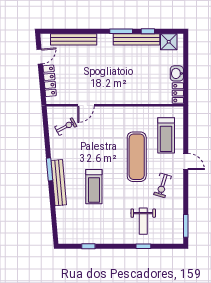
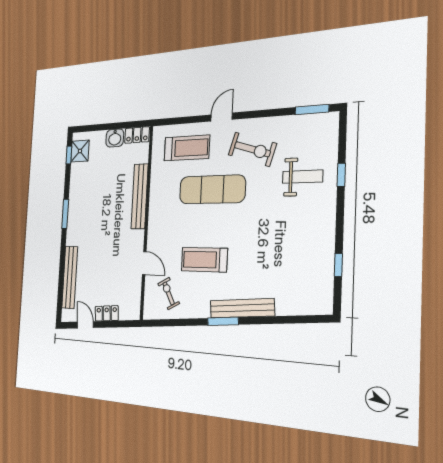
window: (148, 31) -> (69, 155), moved
bench: (137, 39) -> (140, 196), moved
locker: (50, 81) -> (107, 313), width x0.66
exercise bike: (163, 185) -> (252, 149), width x1.38, depth x1.39
treadmill: (94, 187) -> (204, 260), moved, turned 180

